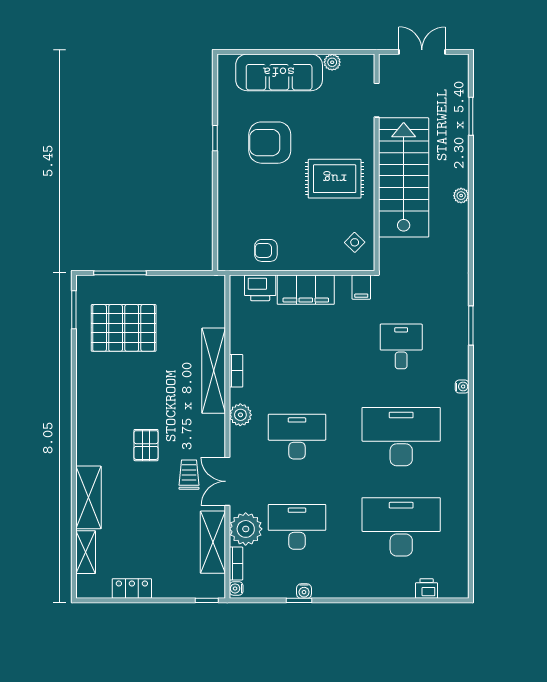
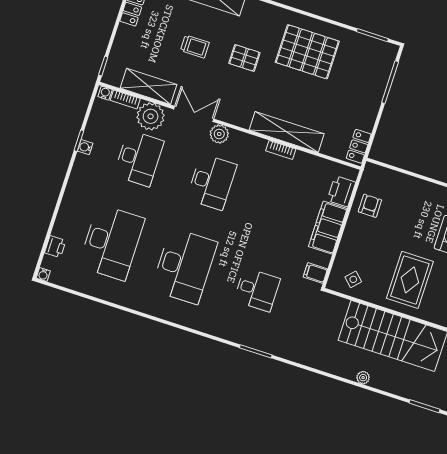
locker: (203, 285) -> (359, 146), added
pallet: (124, 328) -> (307, 52), moved, turned 90
water cooler: (462, 387) -> (43, 275), moved
plant: (240, 415) -> (219, 134), moved
trolley: (189, 475) -> (195, 47), moved

